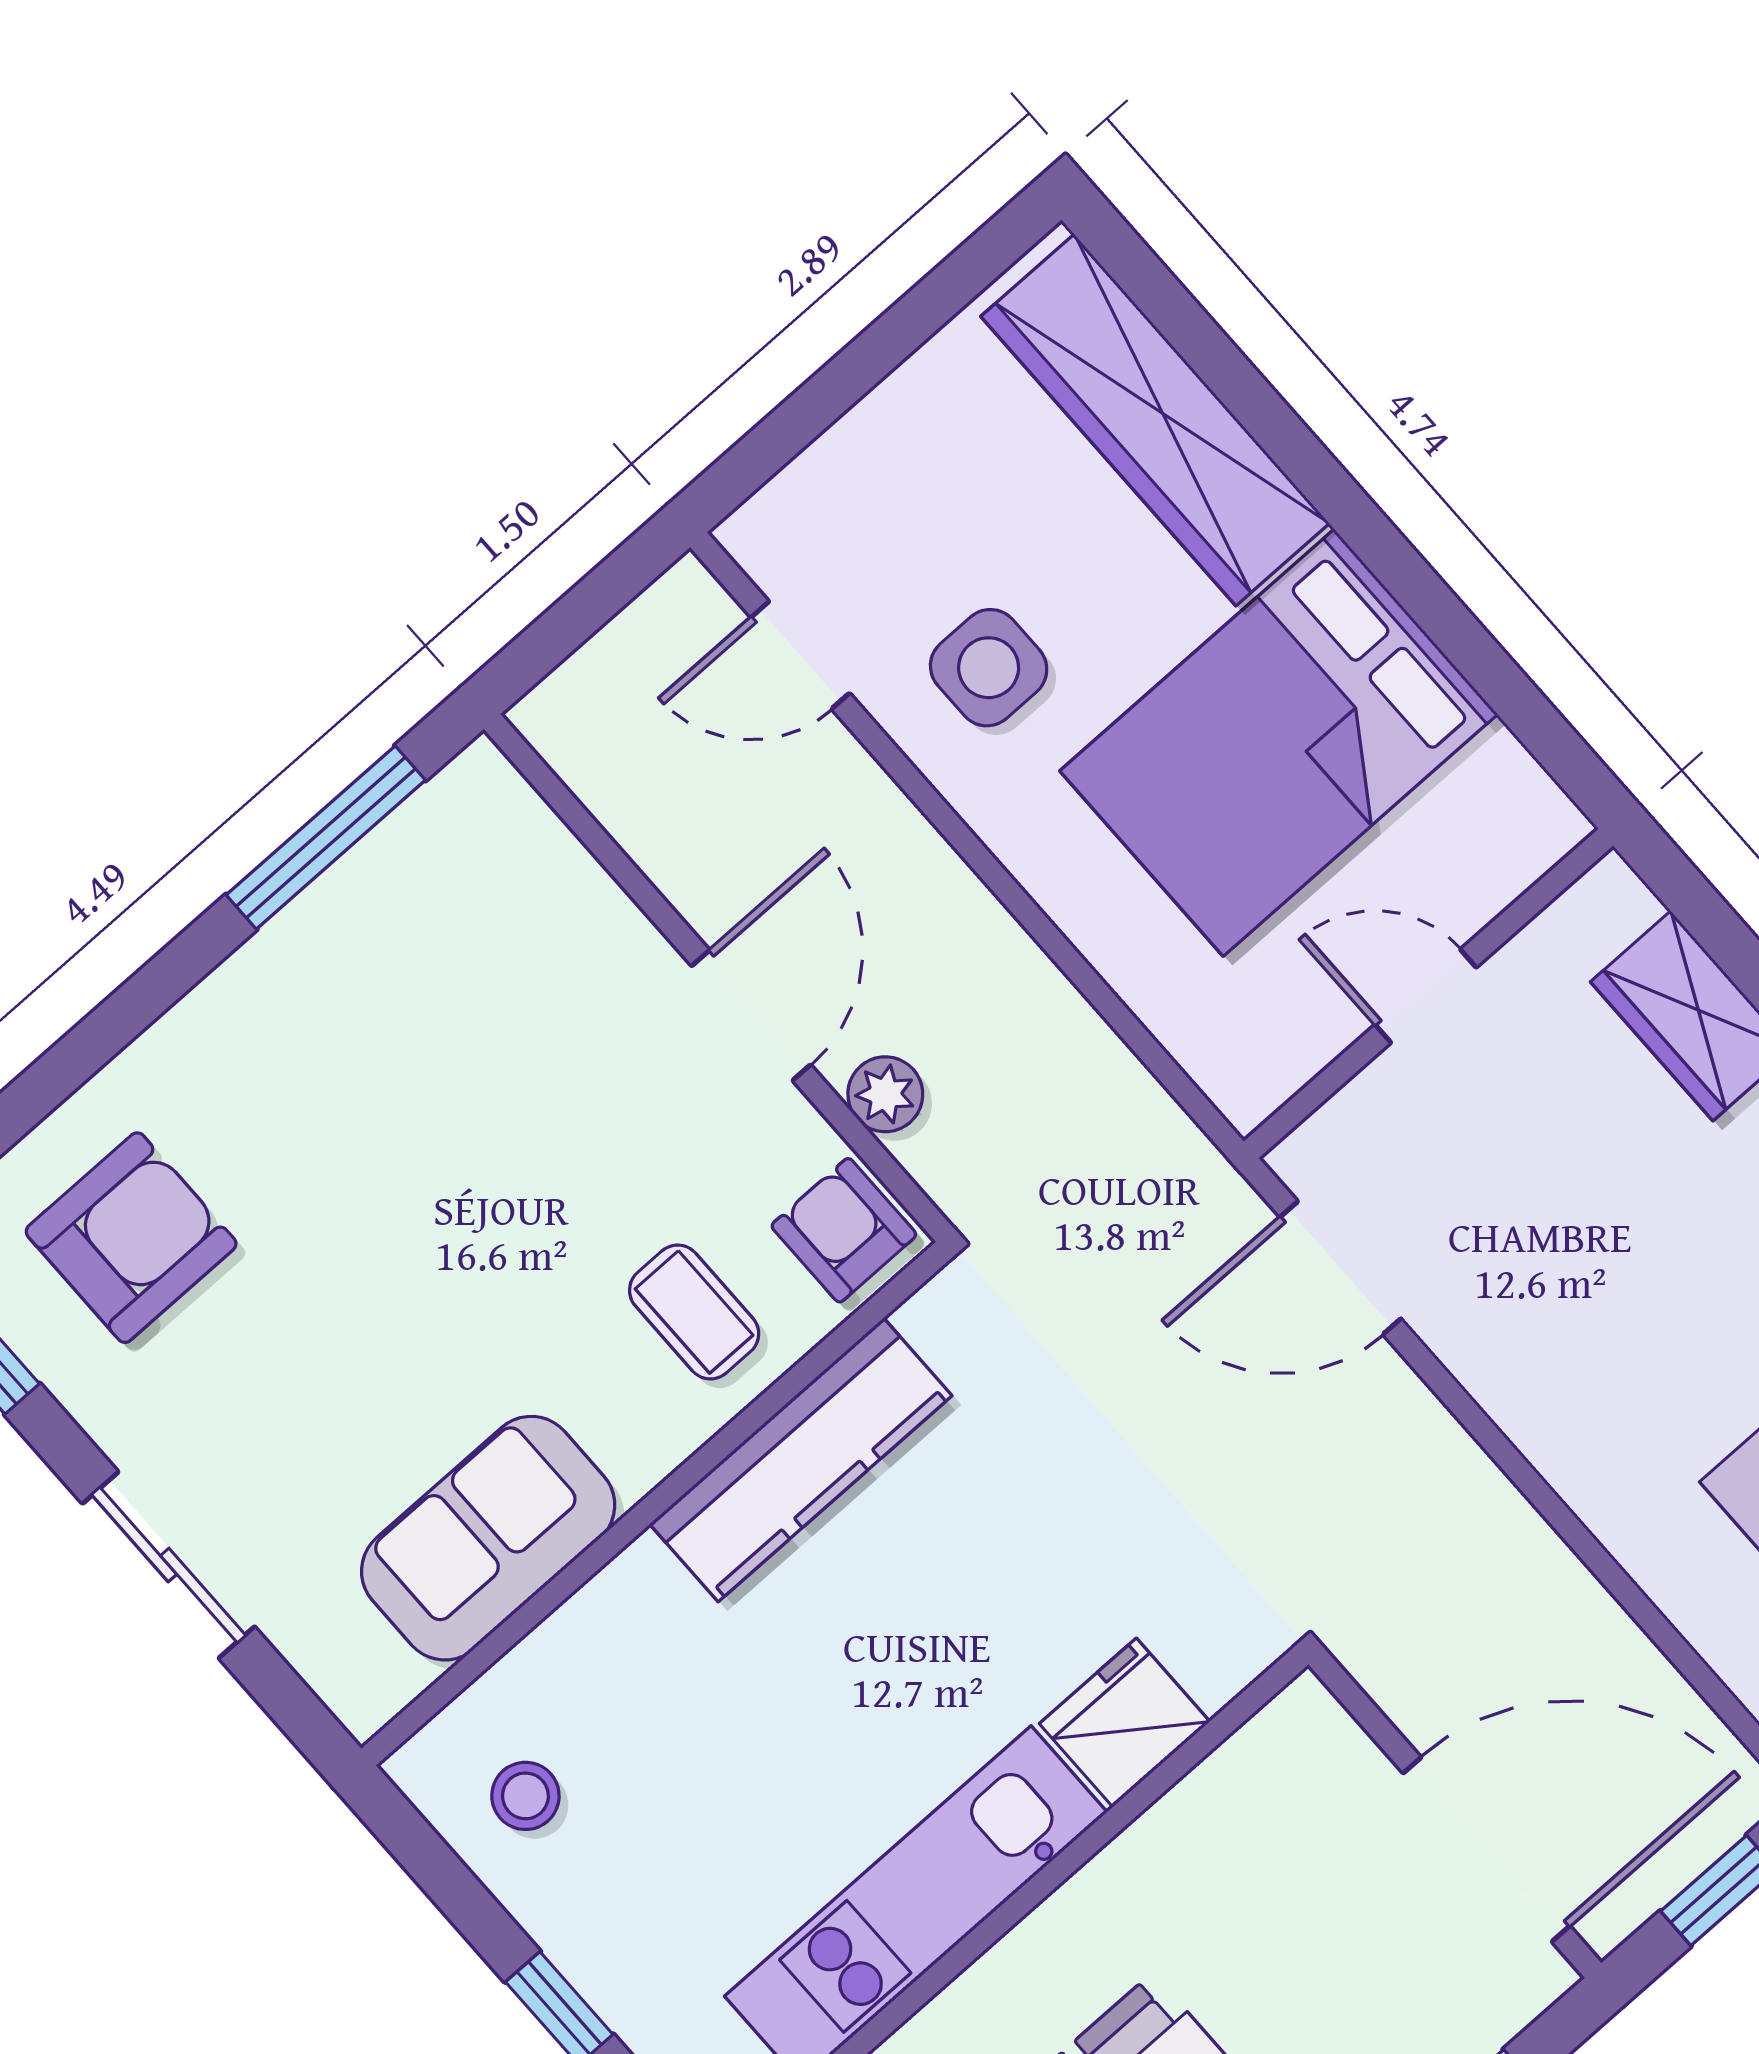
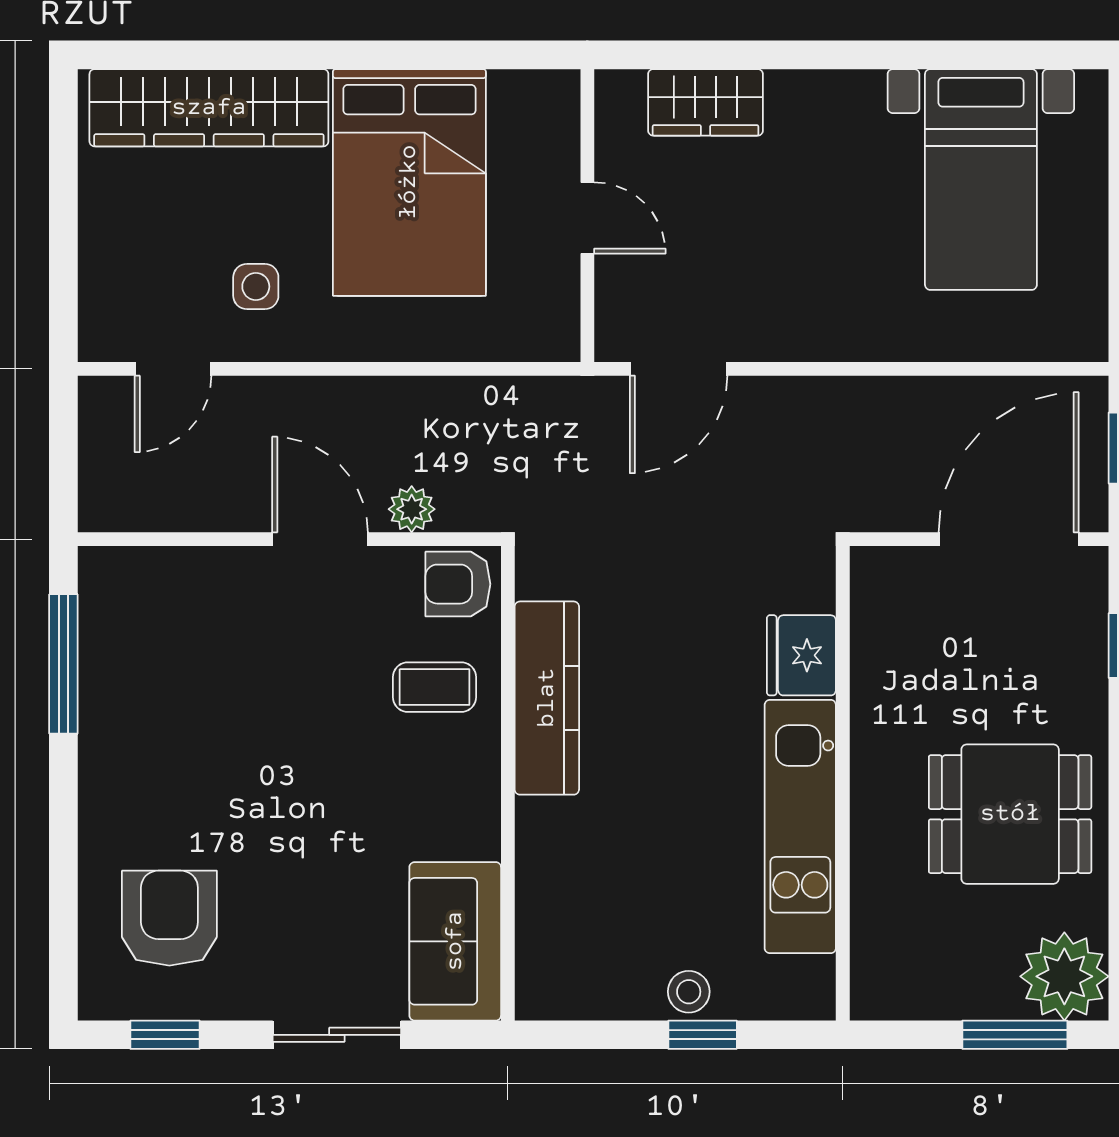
side table: (989, 668) -> (256, 287), width x0.73, depth x0.73
door: (1426, 996) -> (587, 218), swing flipped
sofa: (488, 1538) -> (455, 941), moved
stool: (525, 1796) -> (689, 992), moved

